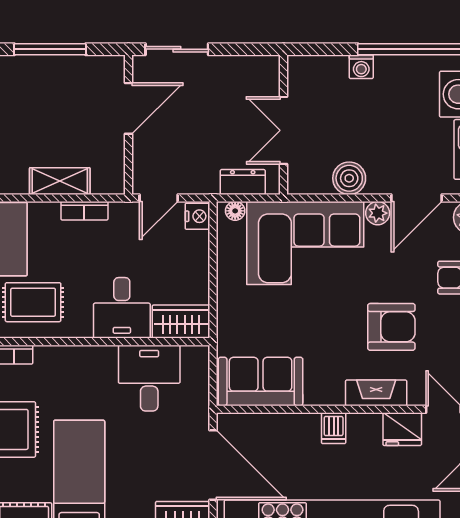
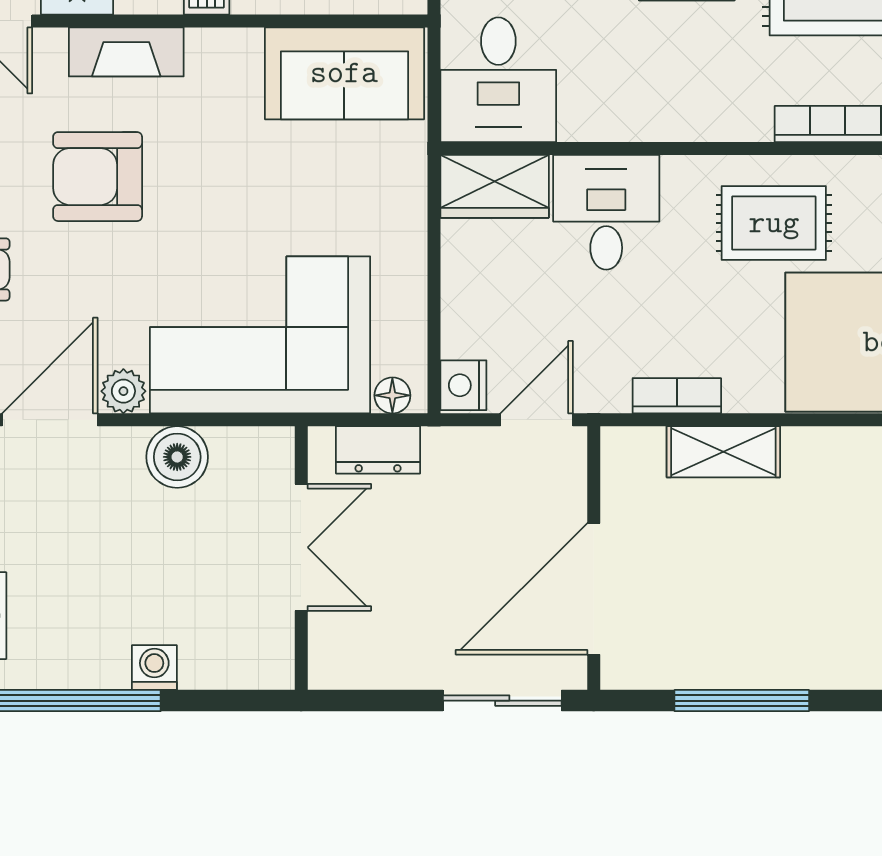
door: (129, 108) -> (594, 589), width x1.36
desk: (149, 378) -> (498, 80), moved

